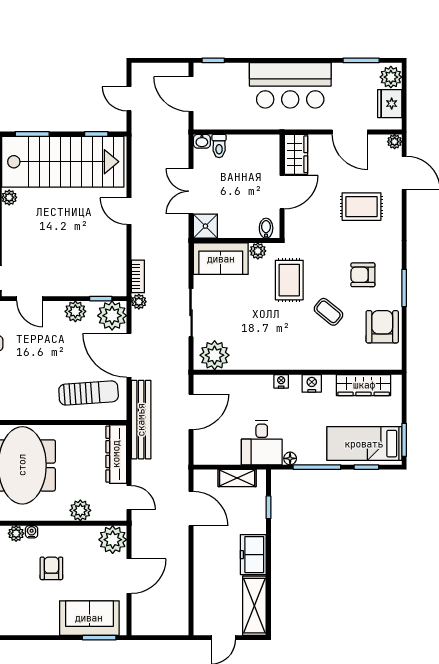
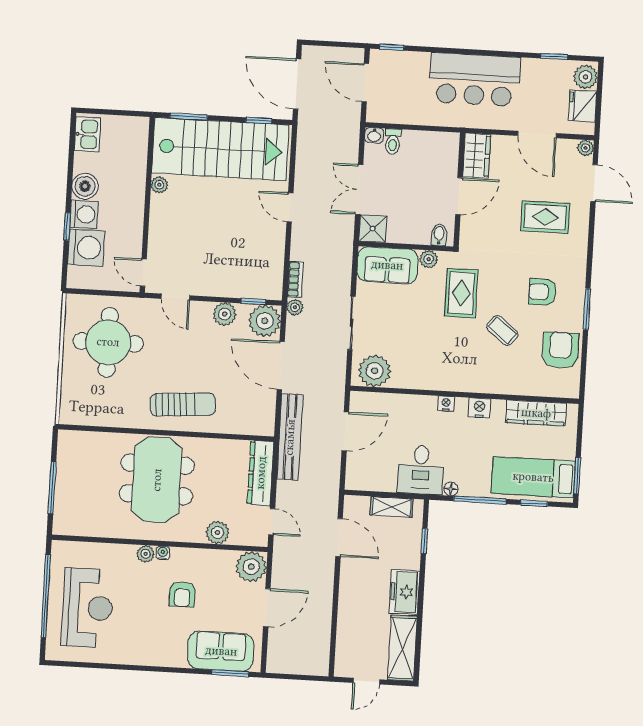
window: (361, 60) -> (554, 57), width x0.67
door: (129, 99) -> (297, 84), width x1.87
sun lounger: (89, 393) -> (183, 404), moved
armchair: (51, 568) -> (182, 594), turned 180

